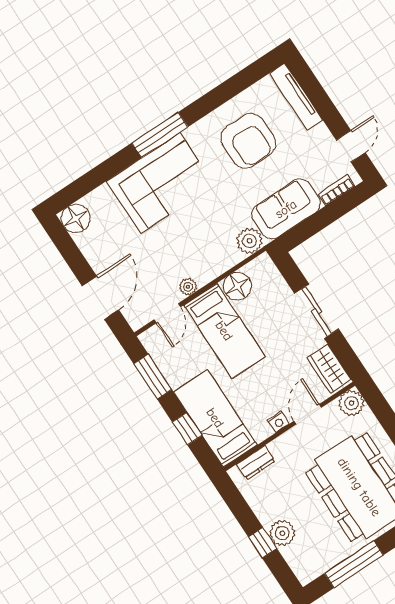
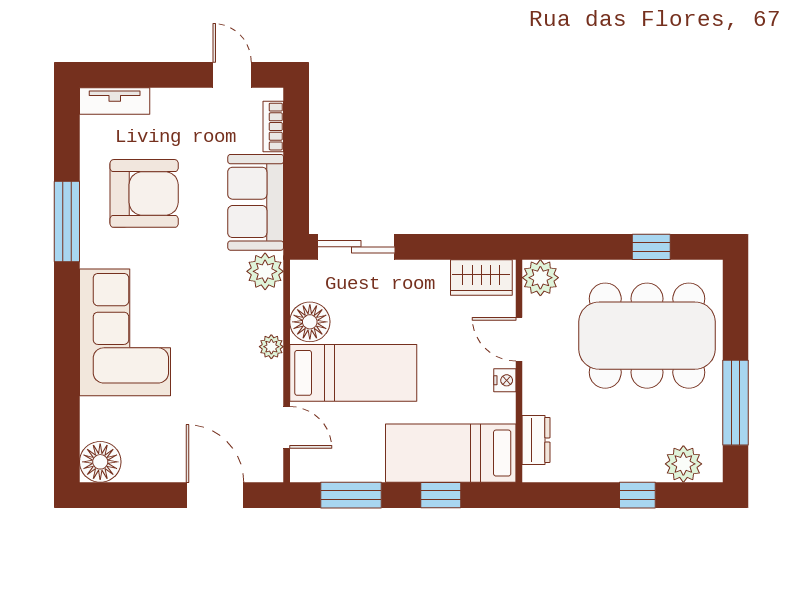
tv unit: (296, 97) -> (115, 101), width x0.71
window: (160, 135) -> (67, 222), moved
plant: (188, 287) -> (271, 347), moved
sliding door: (317, 311) -> (356, 247), moved
plant: (282, 533) -> (683, 464), moved

